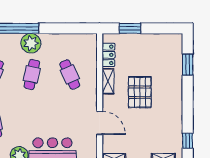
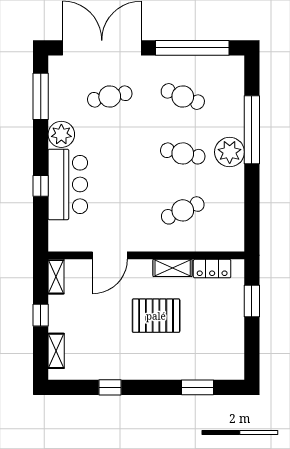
window: (188, 141) -> (110, 387), moved

